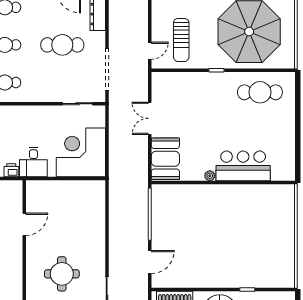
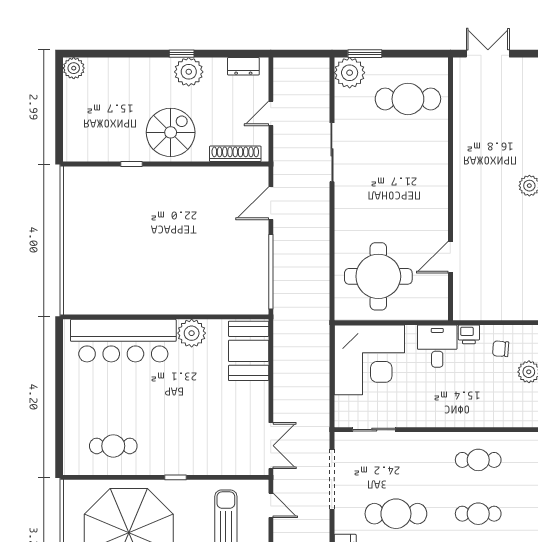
door: (150, 51) -> (271, 505), swing flipped
cafe table: (260, 92) -> (113, 446), width x0.73, depth x0.74
double door: (150, 118) -> (271, 446), moved
bar counter: (243, 166) -> (123, 341), width x1.36
plant: (210, 176) -> (192, 333), width x1.88, depth x1.88
round table: (62, 274) -> (378, 276), moved, width x1.36, depth x1.36

